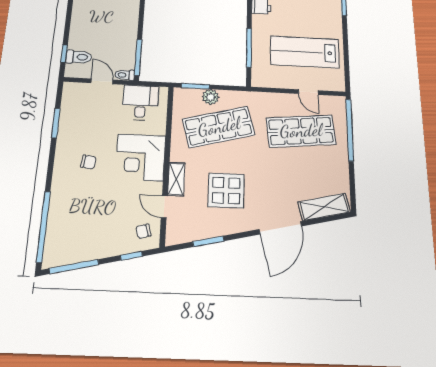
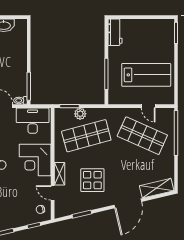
lab bench: (305, 52) -> (146, 75), turned 180
desk: (140, 103) -> (33, 121), width x1.37
shop shelf: (301, 131) -> (142, 136), turned 30

